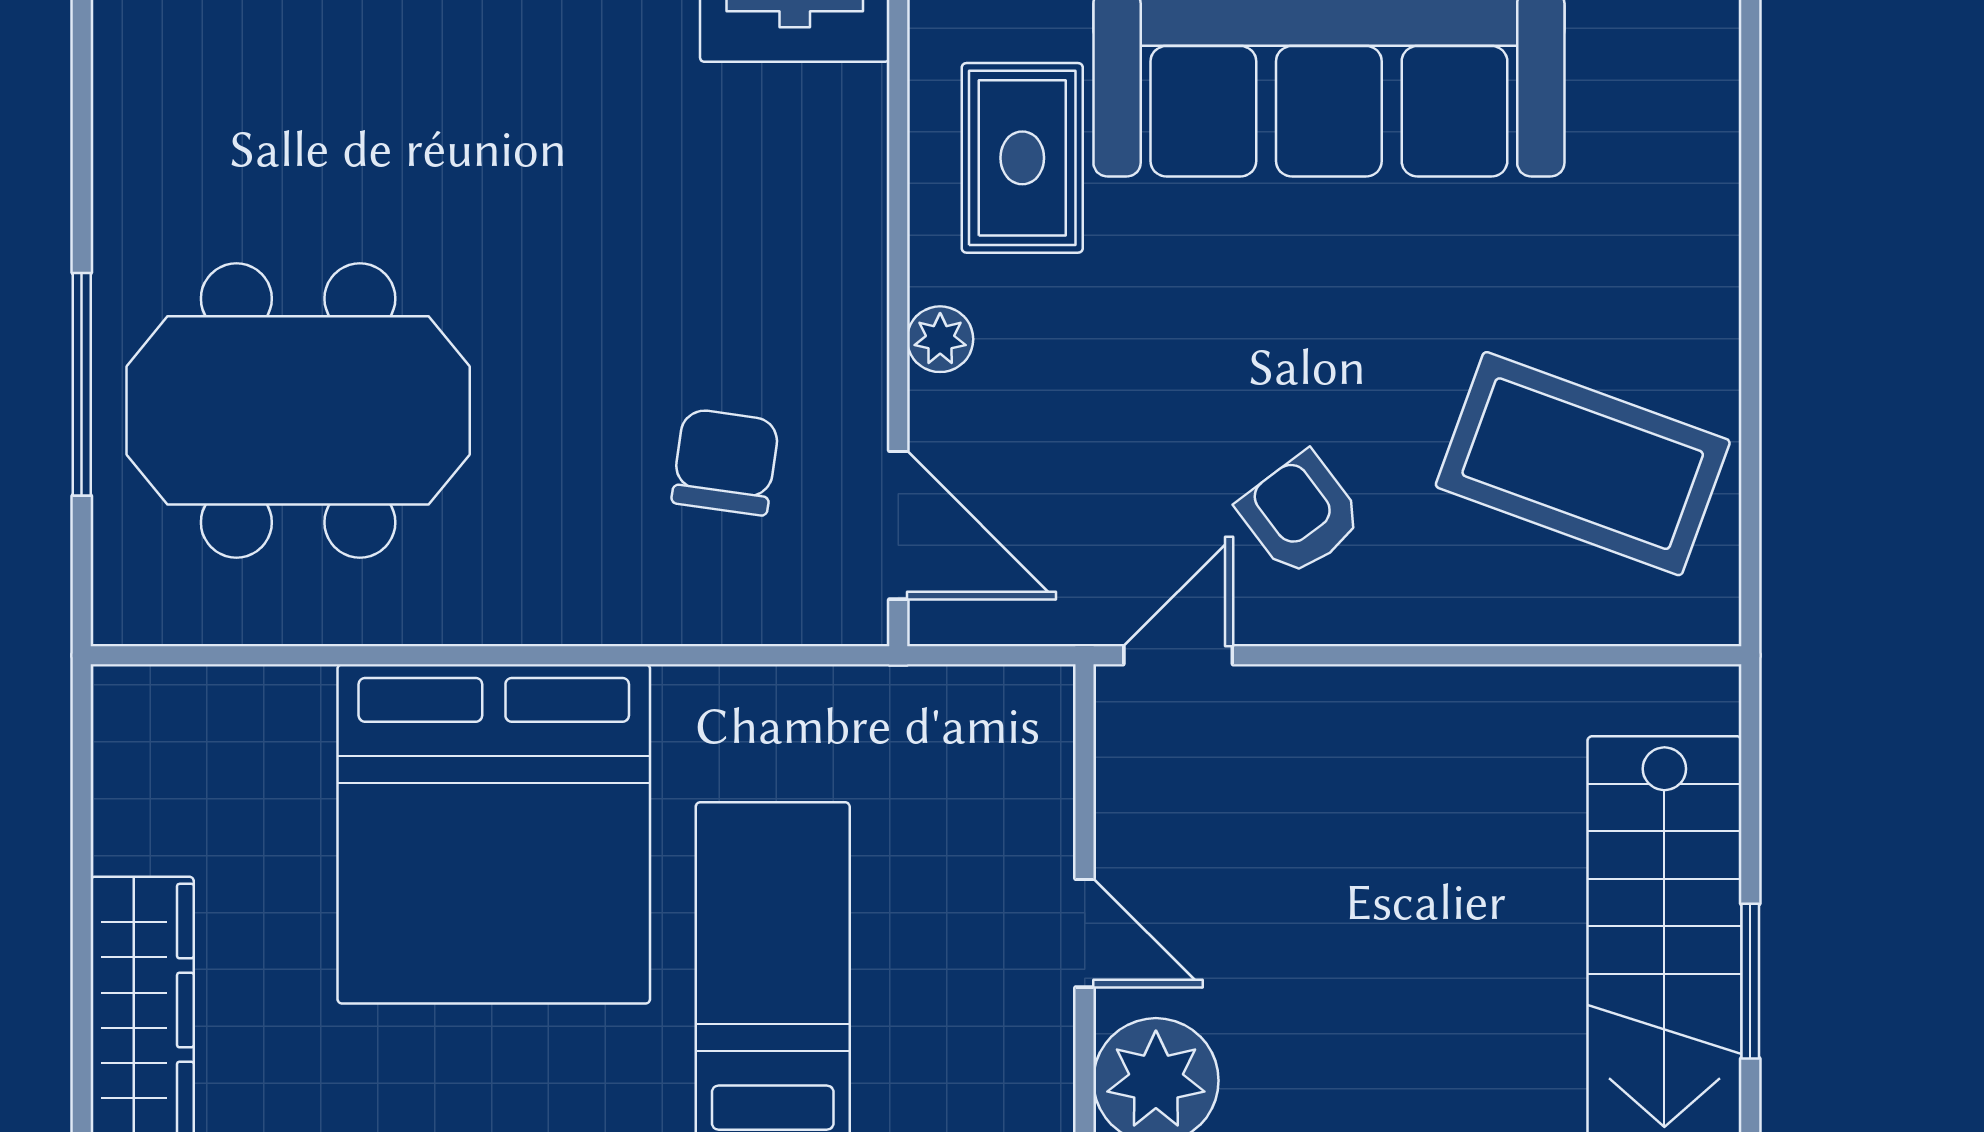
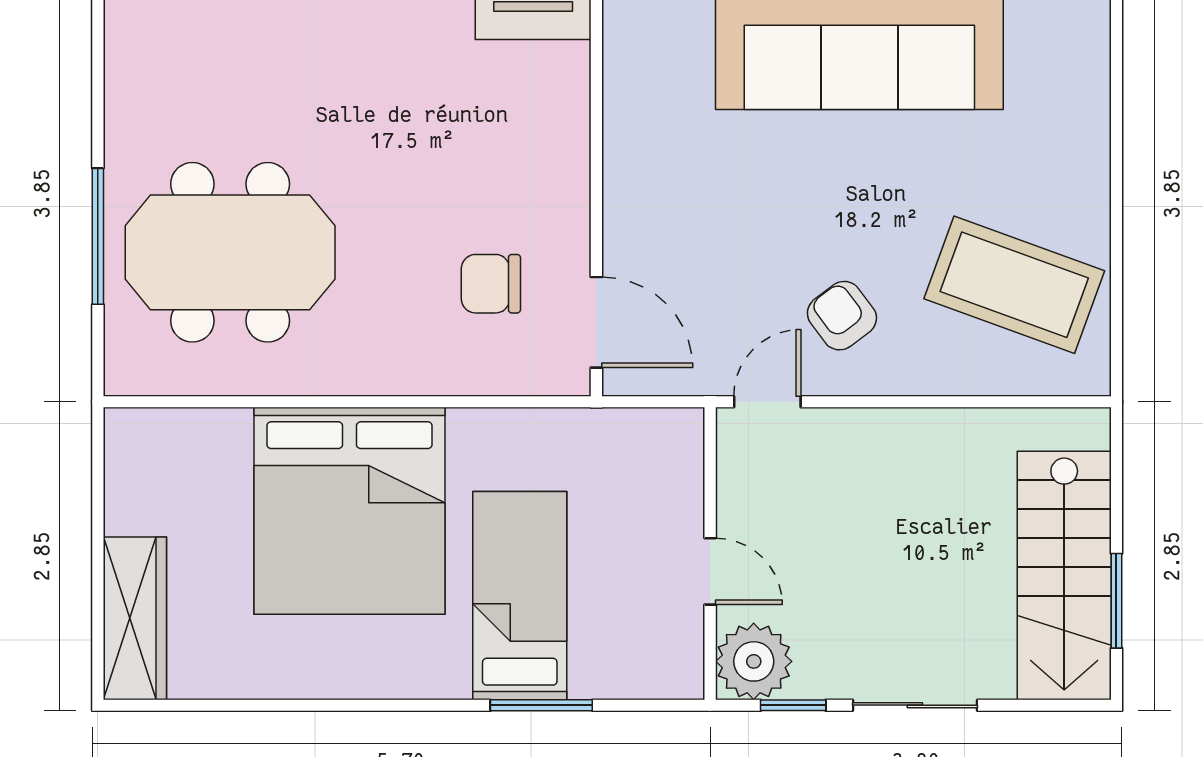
rug: (1022, 158) -> (672, 98), removed
plant: (940, 339) -> (622, 209), removed
chair: (725, 462) -> (491, 284), turned -98

